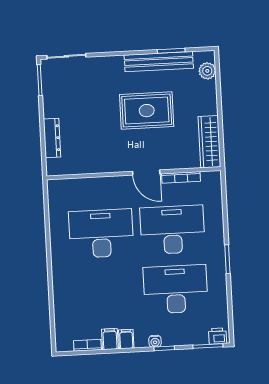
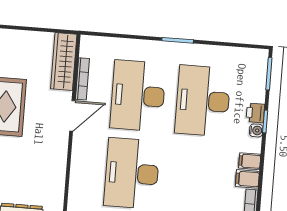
wardrobe: (210, 142) -> (64, 62), moved, turned 90
printer: (218, 336) -> (255, 113), moved

